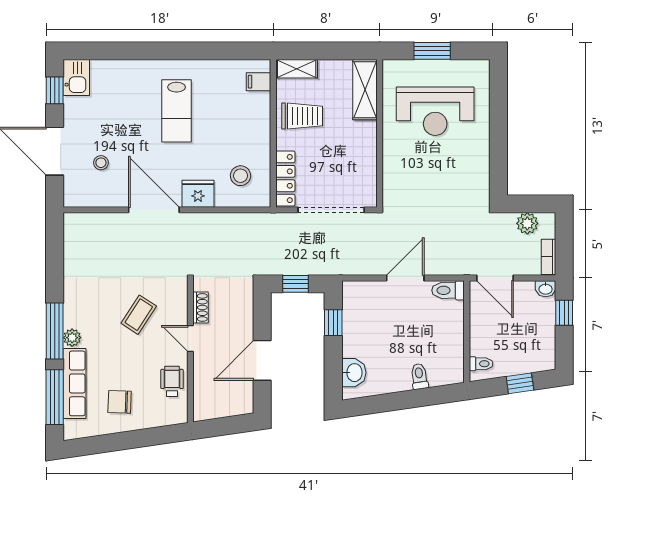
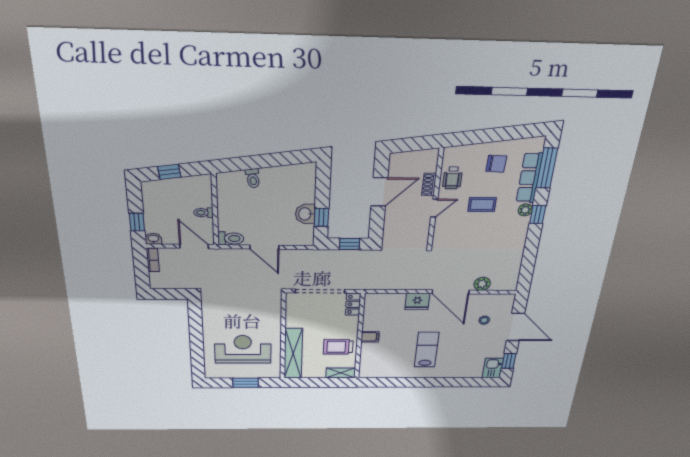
filing cabinet: (259, 82) -> (370, 337), moved
shelving: (365, 90) -> (293, 354), width x1.47
stool: (240, 176) -> (385, 312), removed
locker: (285, 179) -> (353, 304), width x0.66
plant: (527, 223) -> (482, 284), moved
door: (405, 278) -> (264, 247), hinge flipped
shoe rack: (201, 307) -> (429, 184), moved
coffee table: (139, 315) -> (482, 205), moved, turned 57
window: (55, 331) -> (538, 215), width x0.46
door: (190, 339) -> (434, 208), hinge flipped
toilet: (481, 364) -> (204, 213), moved
washbasin: (354, 373) -> (305, 214), moved

